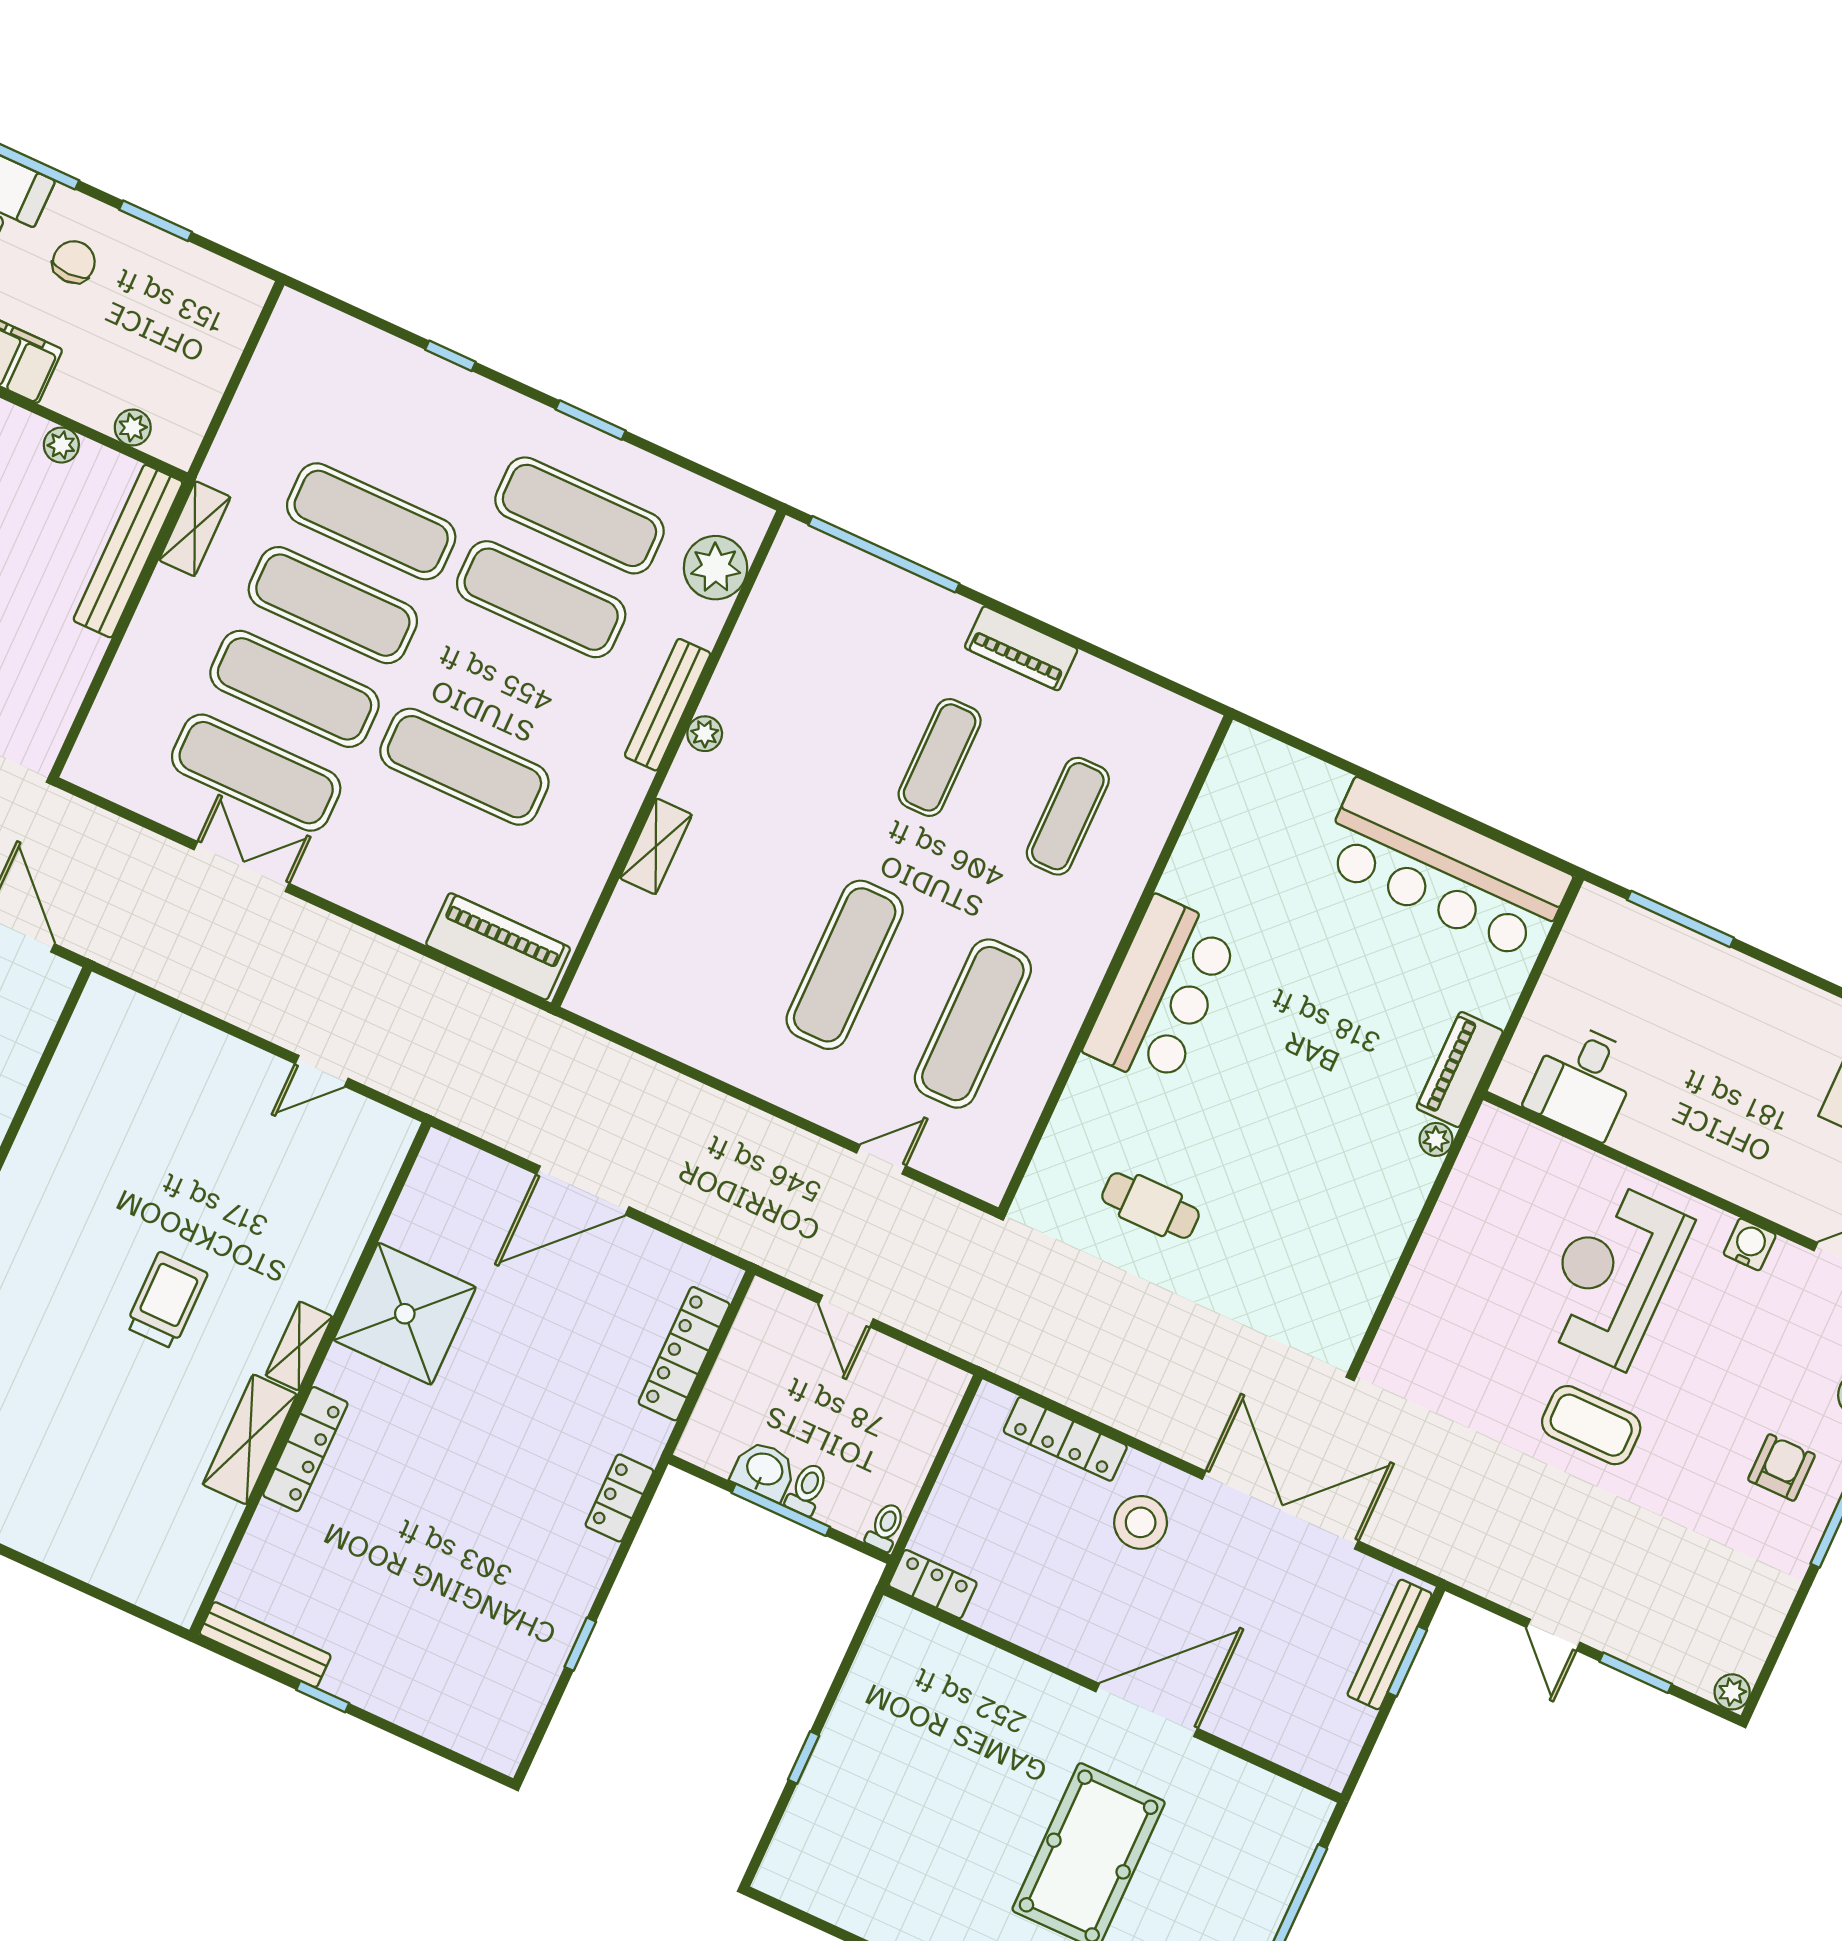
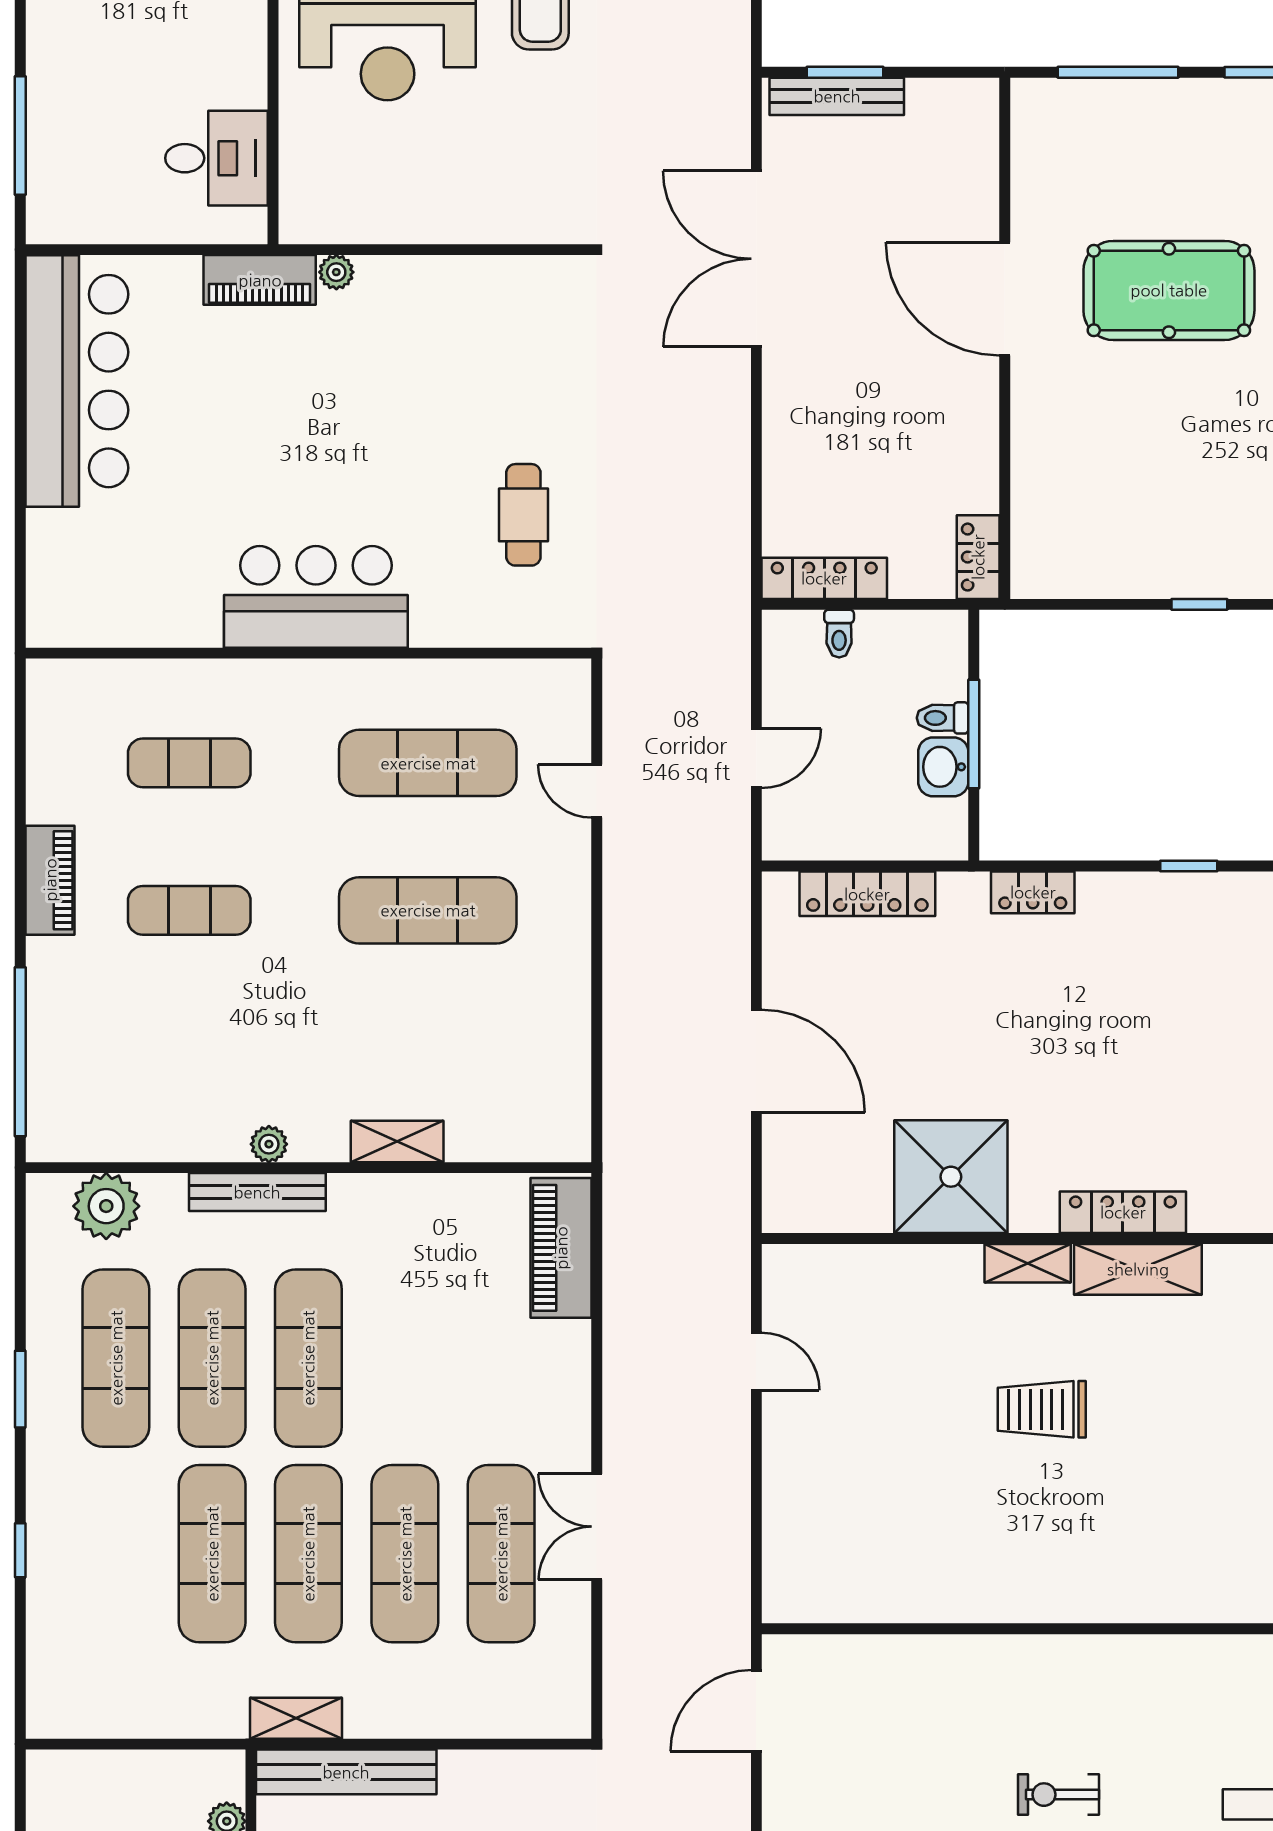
exercise mat: (464, 767) -> (308, 1358), moved
locker: (1065, 1439) -> (824, 578), moved, turned -90
stool: (1141, 1522) -> (829, 386), removed
toilet: (885, 1527) -> (839, 634), moved, turned -90

